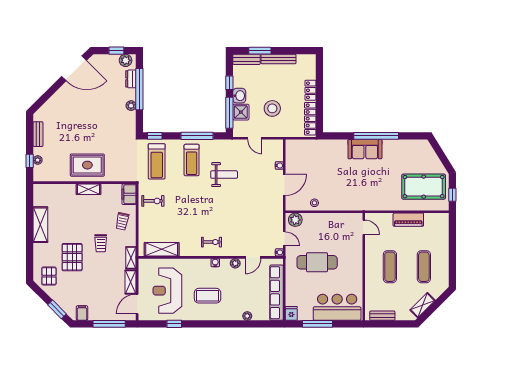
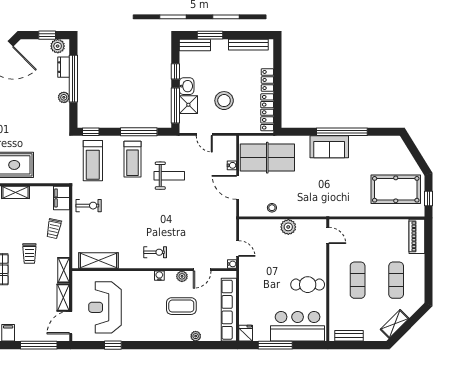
bench: (278, 59) -> (248, 45), moved
table tennis table: (310, 159) -> (267, 158), added
door: (284, 185) -> (238, 187), swing flipped
plant: (295, 220) -> (288, 227), moved
piano: (408, 220) -> (417, 236), moved, turned 90
cafe table: (317, 262) -> (308, 285), moved, width x0.73, depth x0.74
coffee table: (208, 296) -> (181, 306), moved

